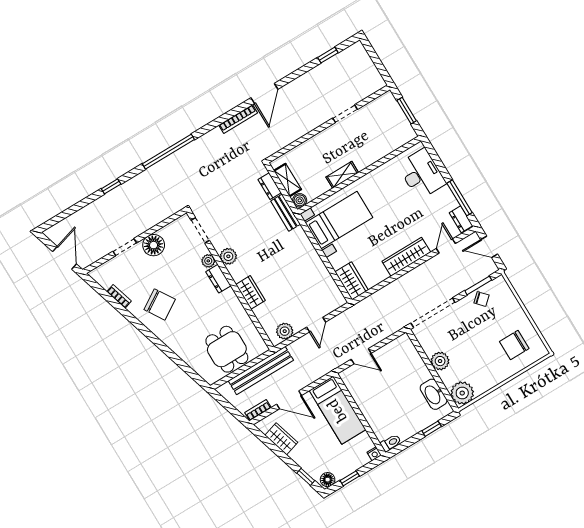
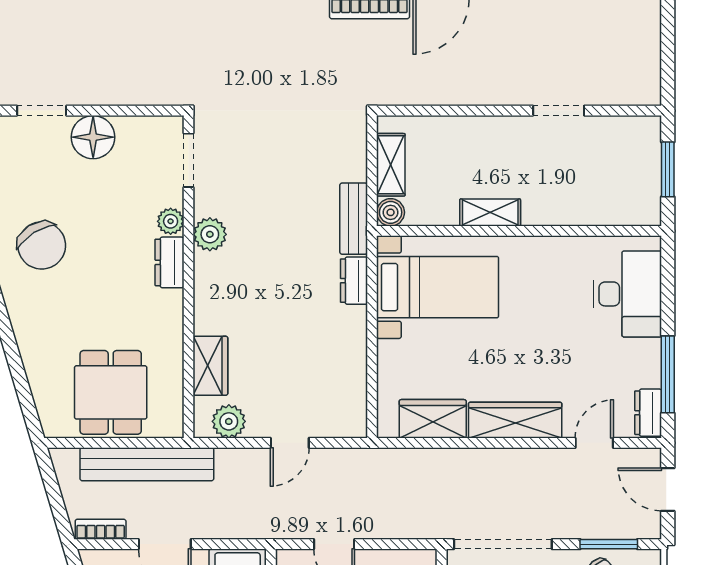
dresser: (270, 186) -> (354, 281), moved
wardrobe: (352, 281) -> (433, 419), moved, turned -90
wardrobe: (251, 292) -> (210, 366), moved

